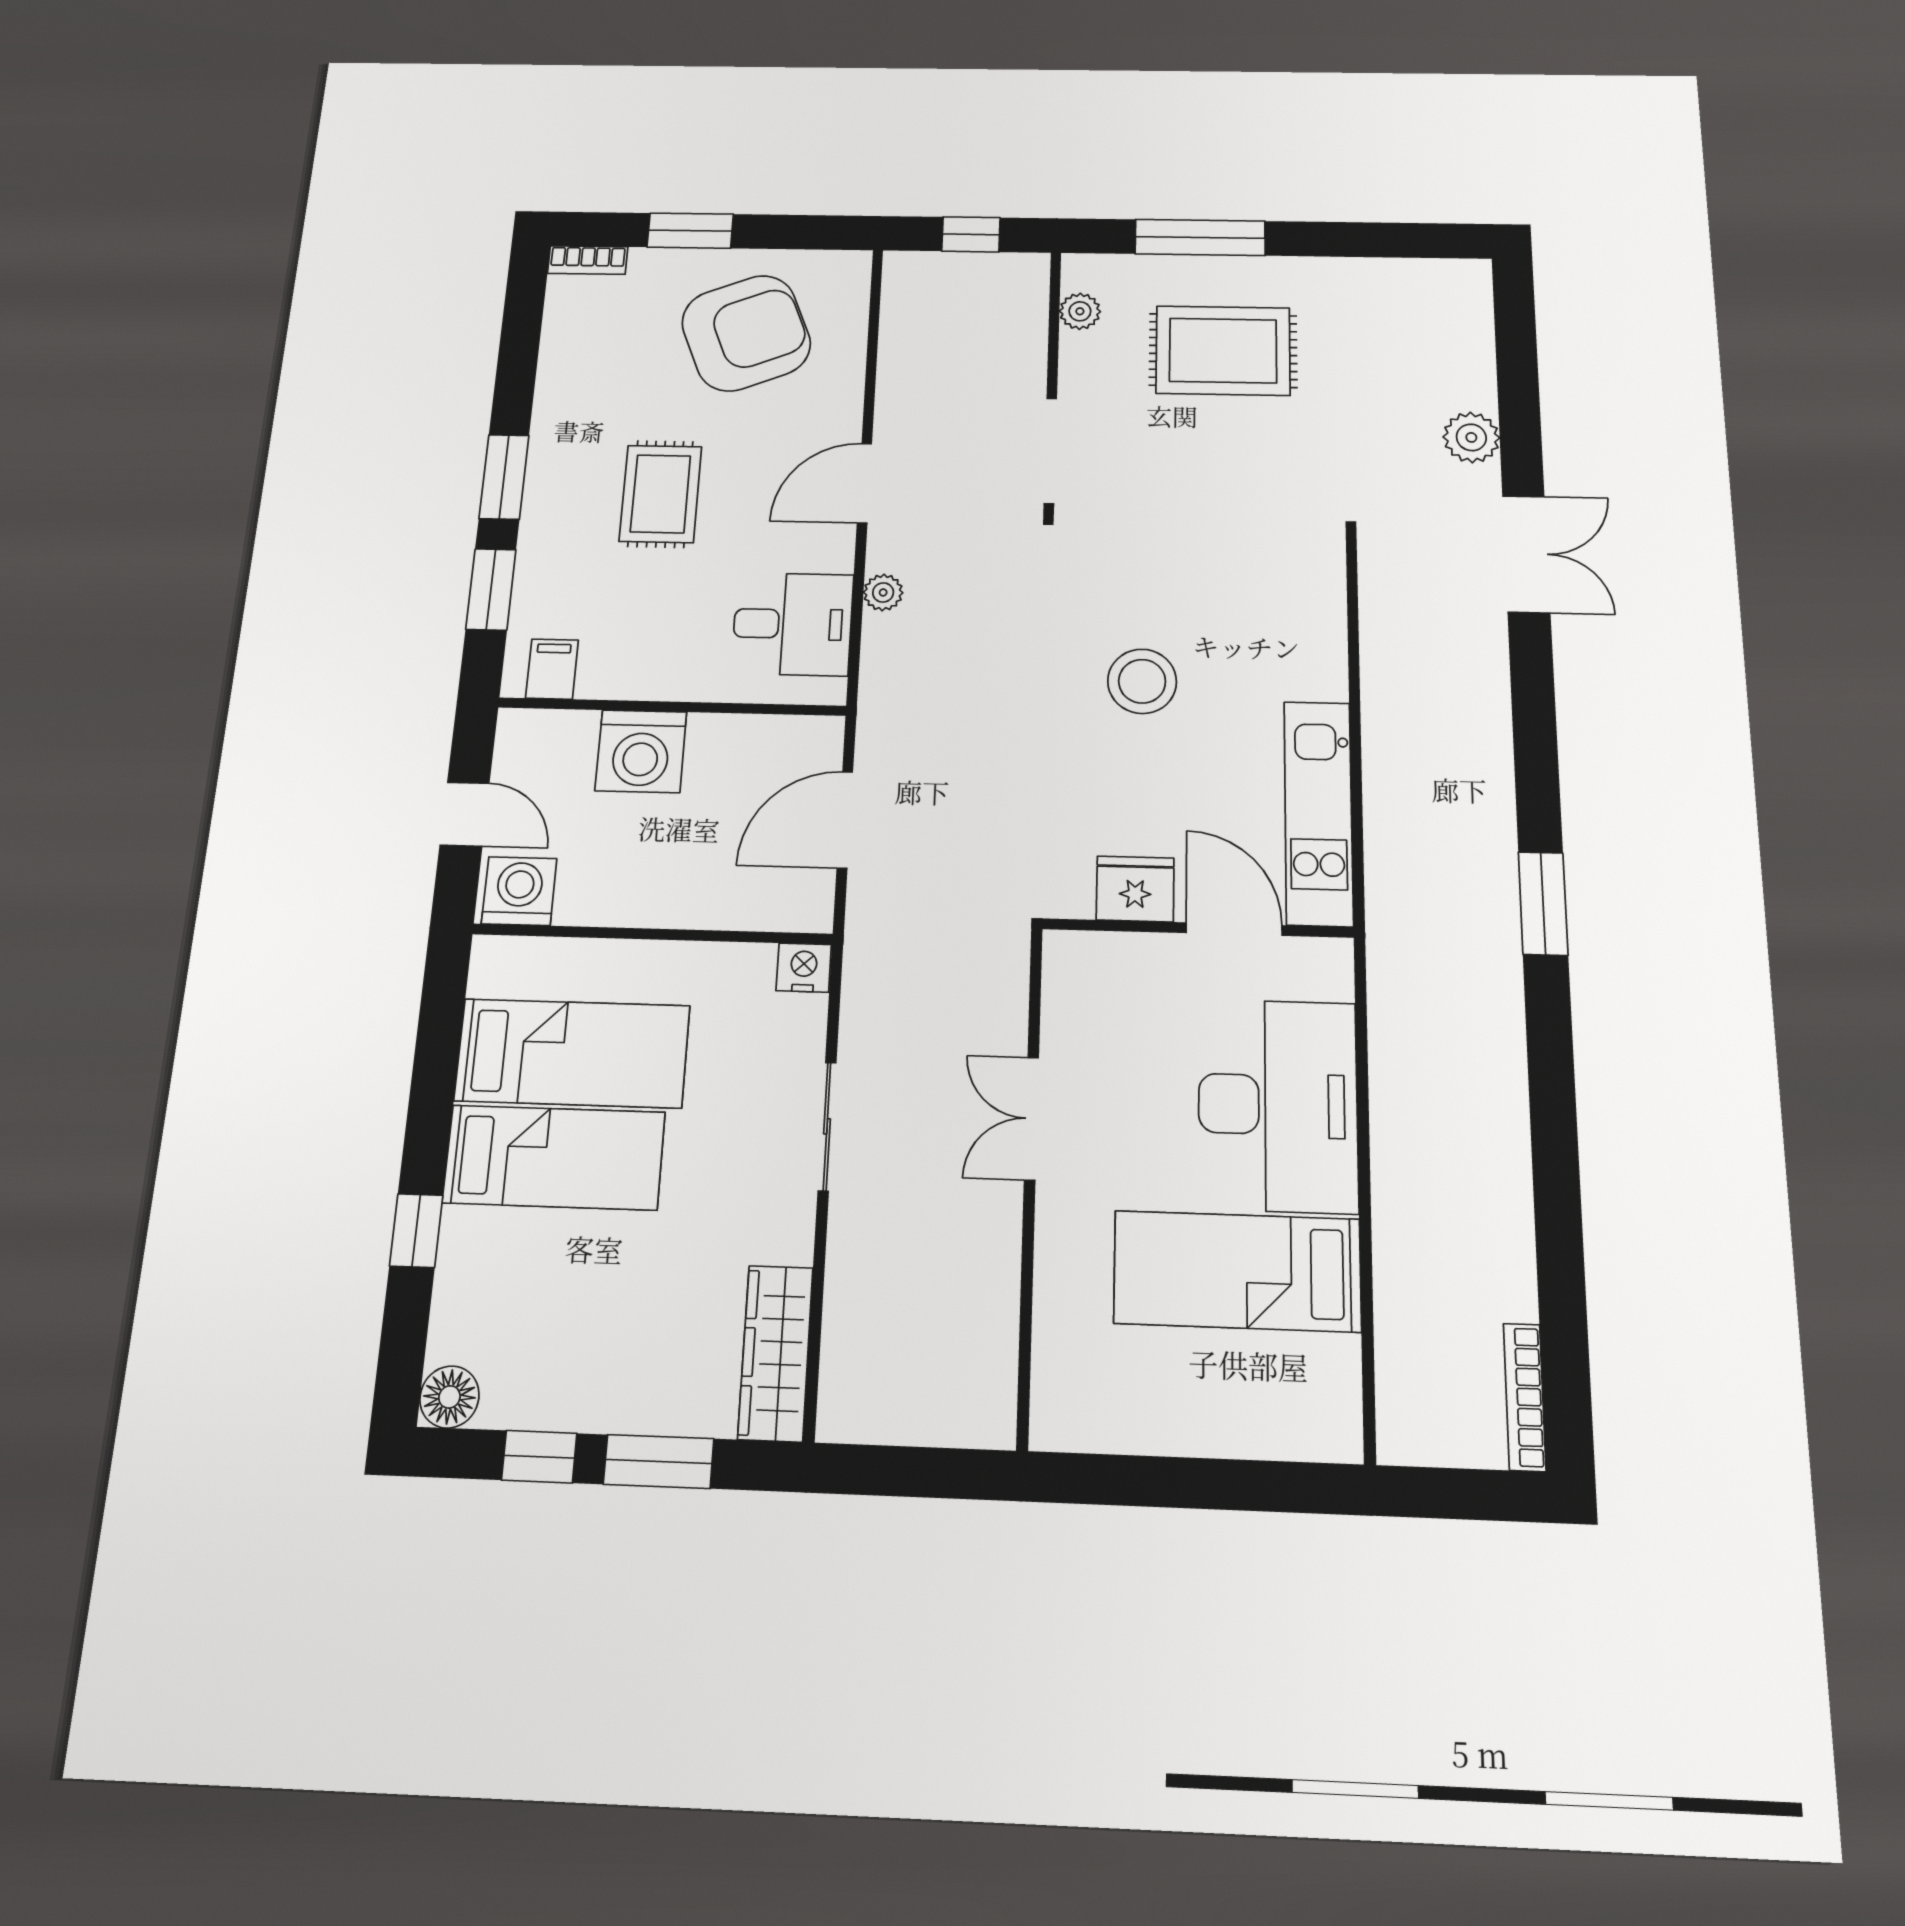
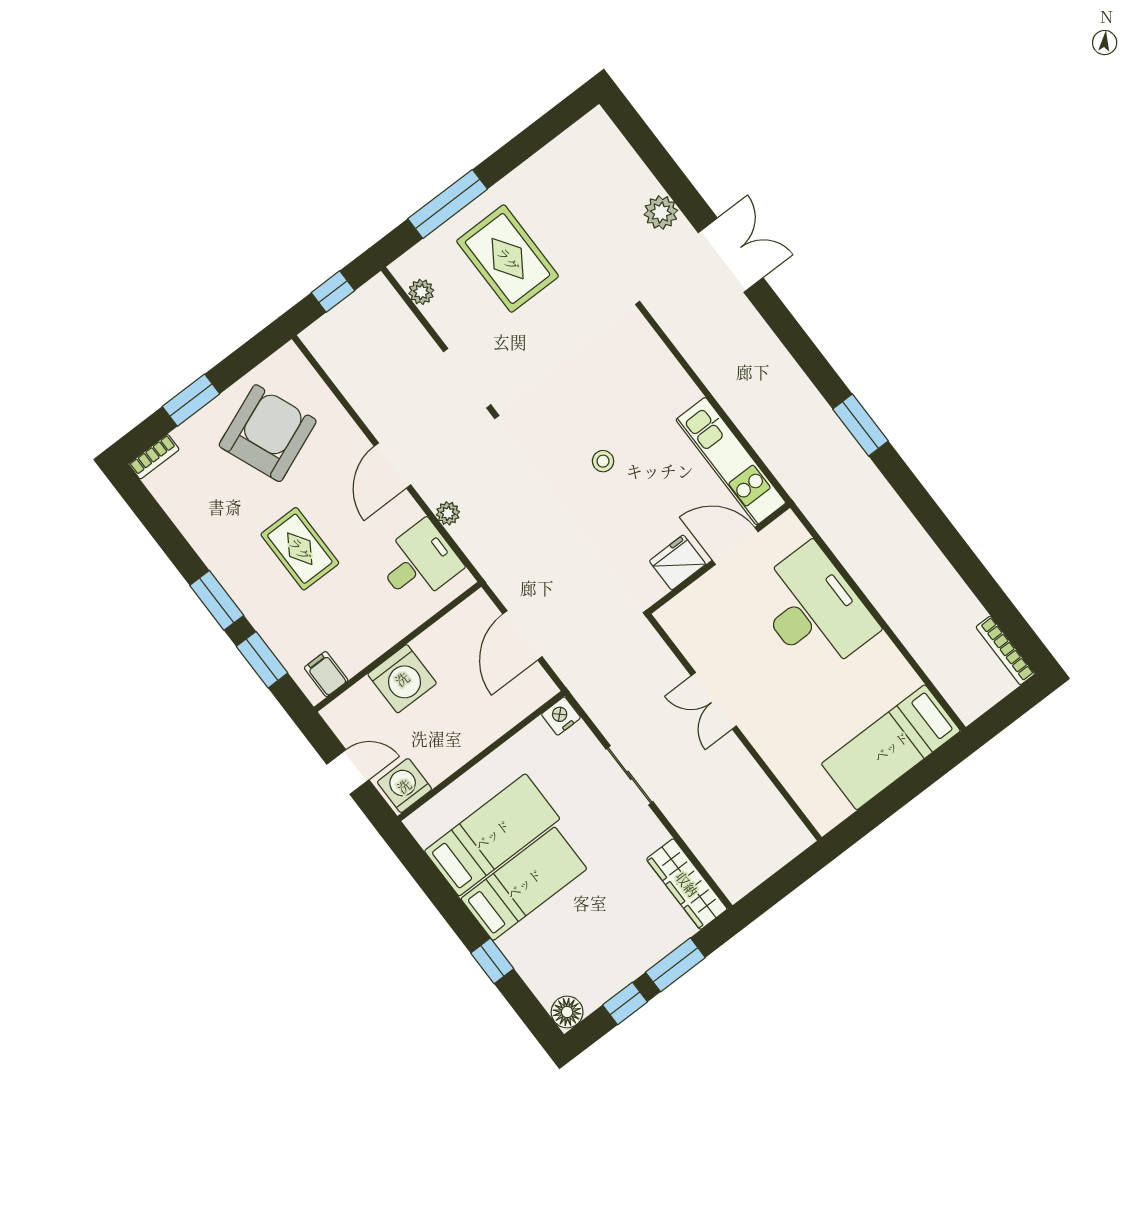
rug: (1223, 351) -> (508, 259), turned 90
stool: (1142, 681) -> (603, 461), width x0.53, depth x0.53
bed: (1237, 1271) -> (891, 747), moved

